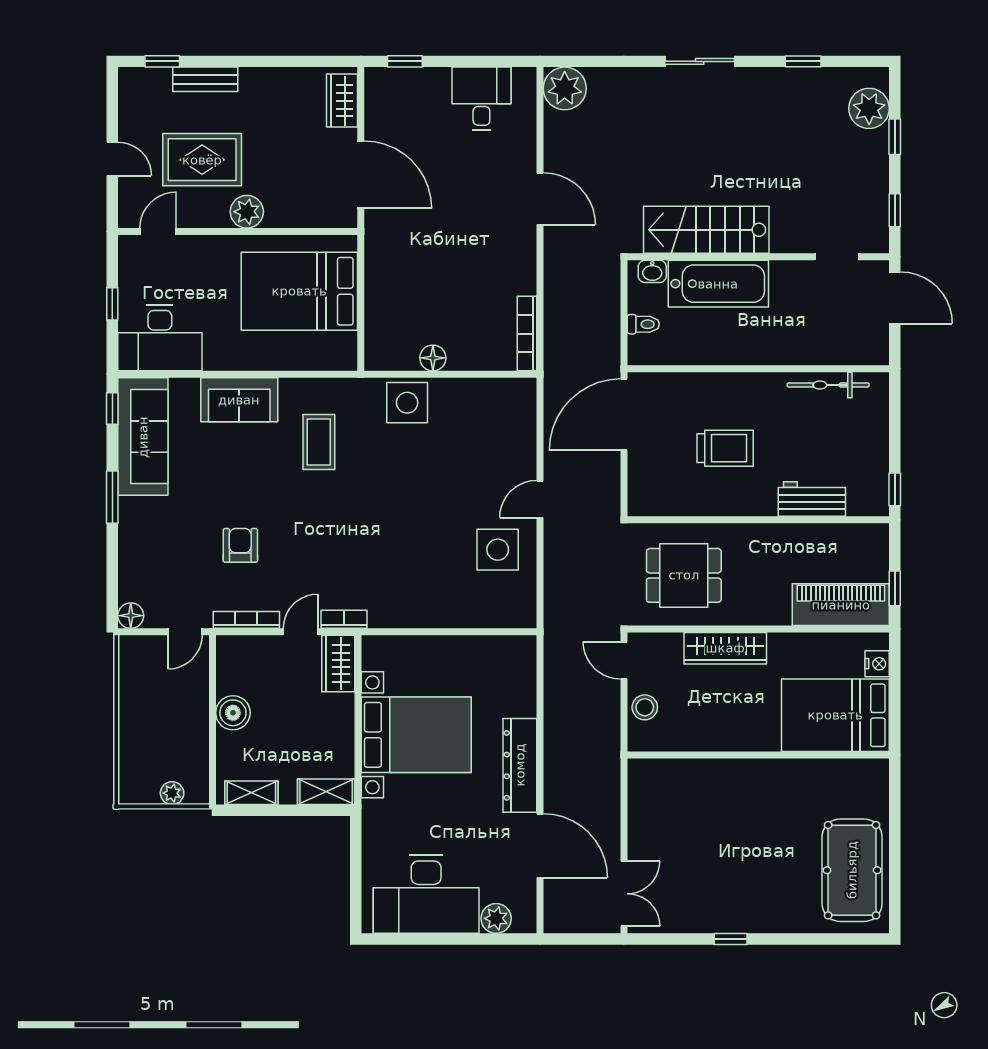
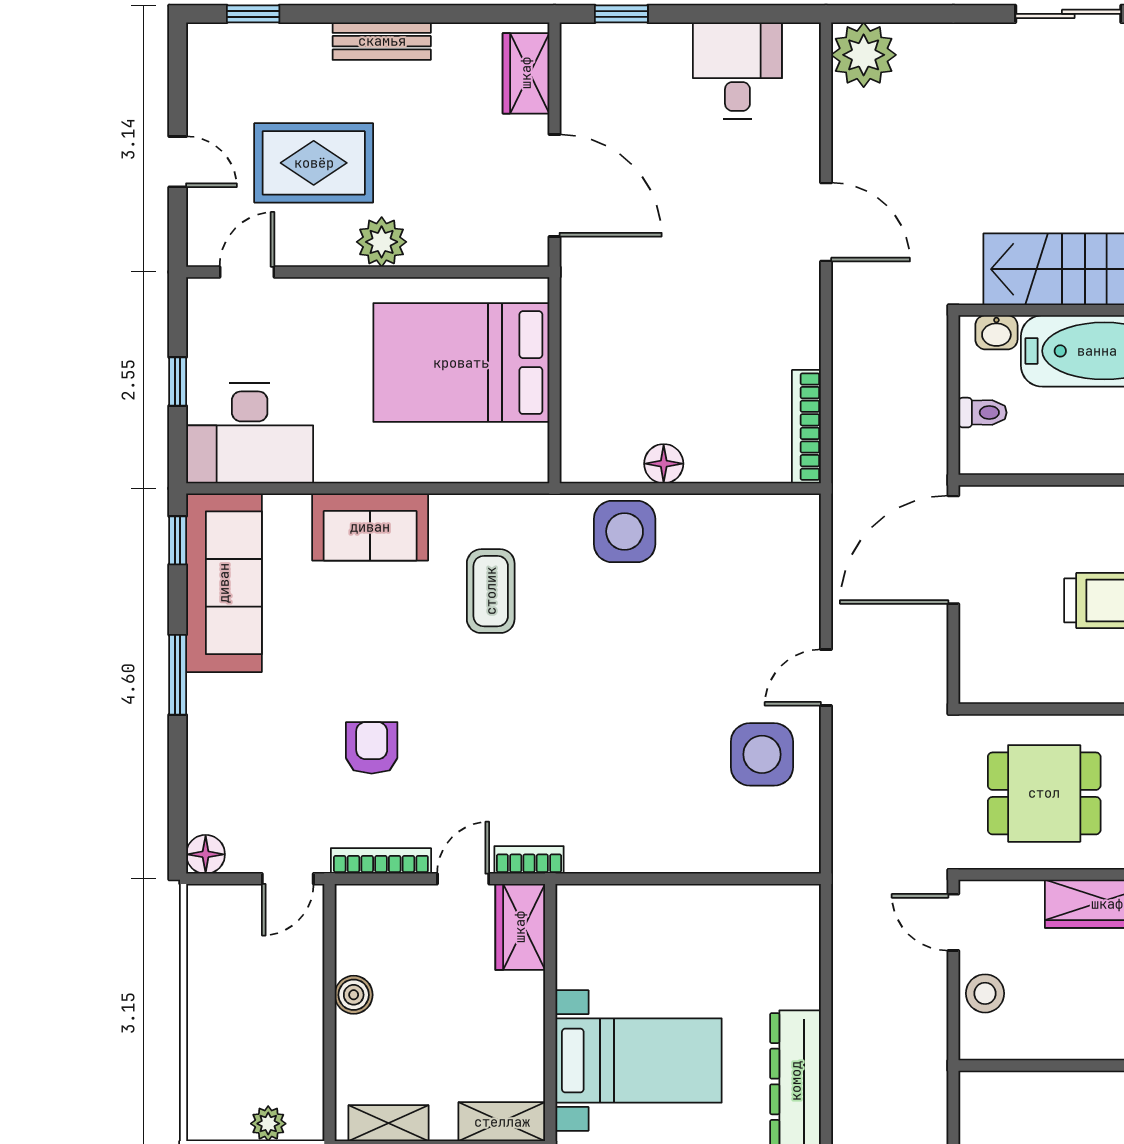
bench: (205, 79) -> (382, 41), moved
boiler: (233, 713) -> (354, 995), width x0.73, depth x0.73
bed with nightstands: (416, 735) -> (639, 1061), width x0.73

